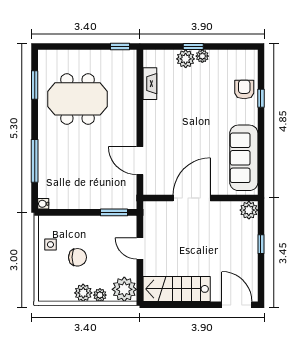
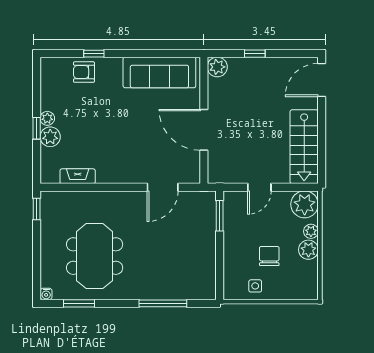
water cooler: (43, 204) -> (46, 294), moved

